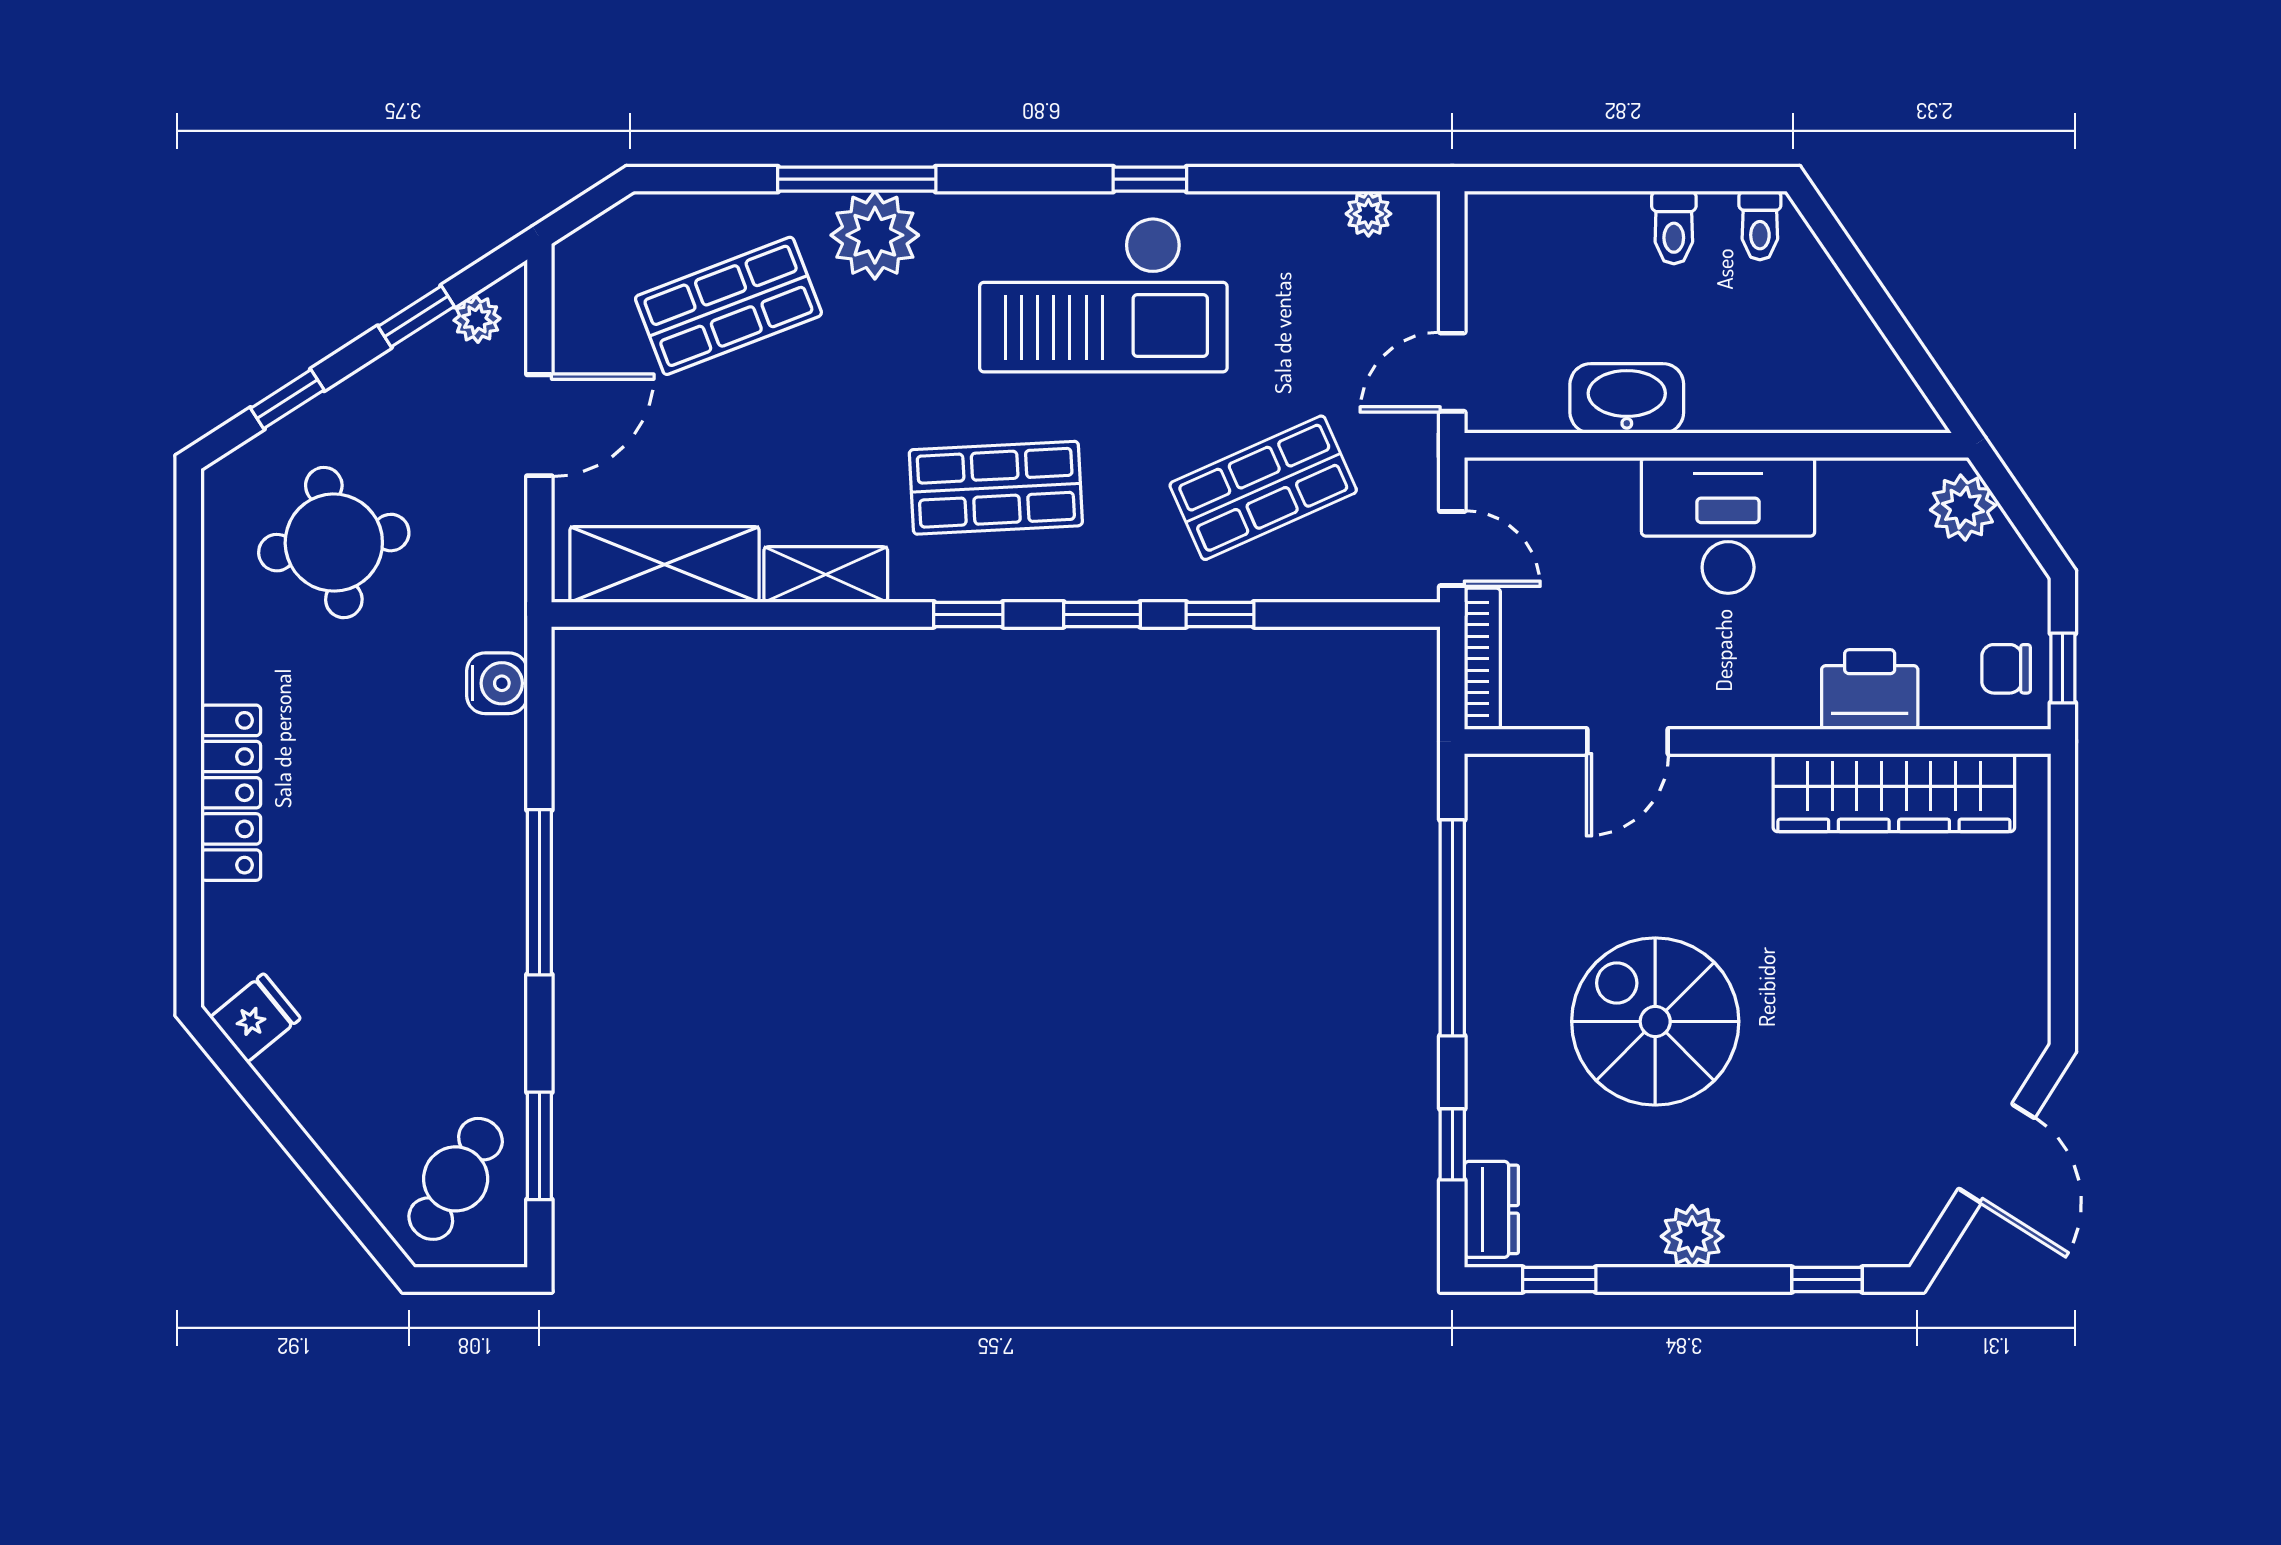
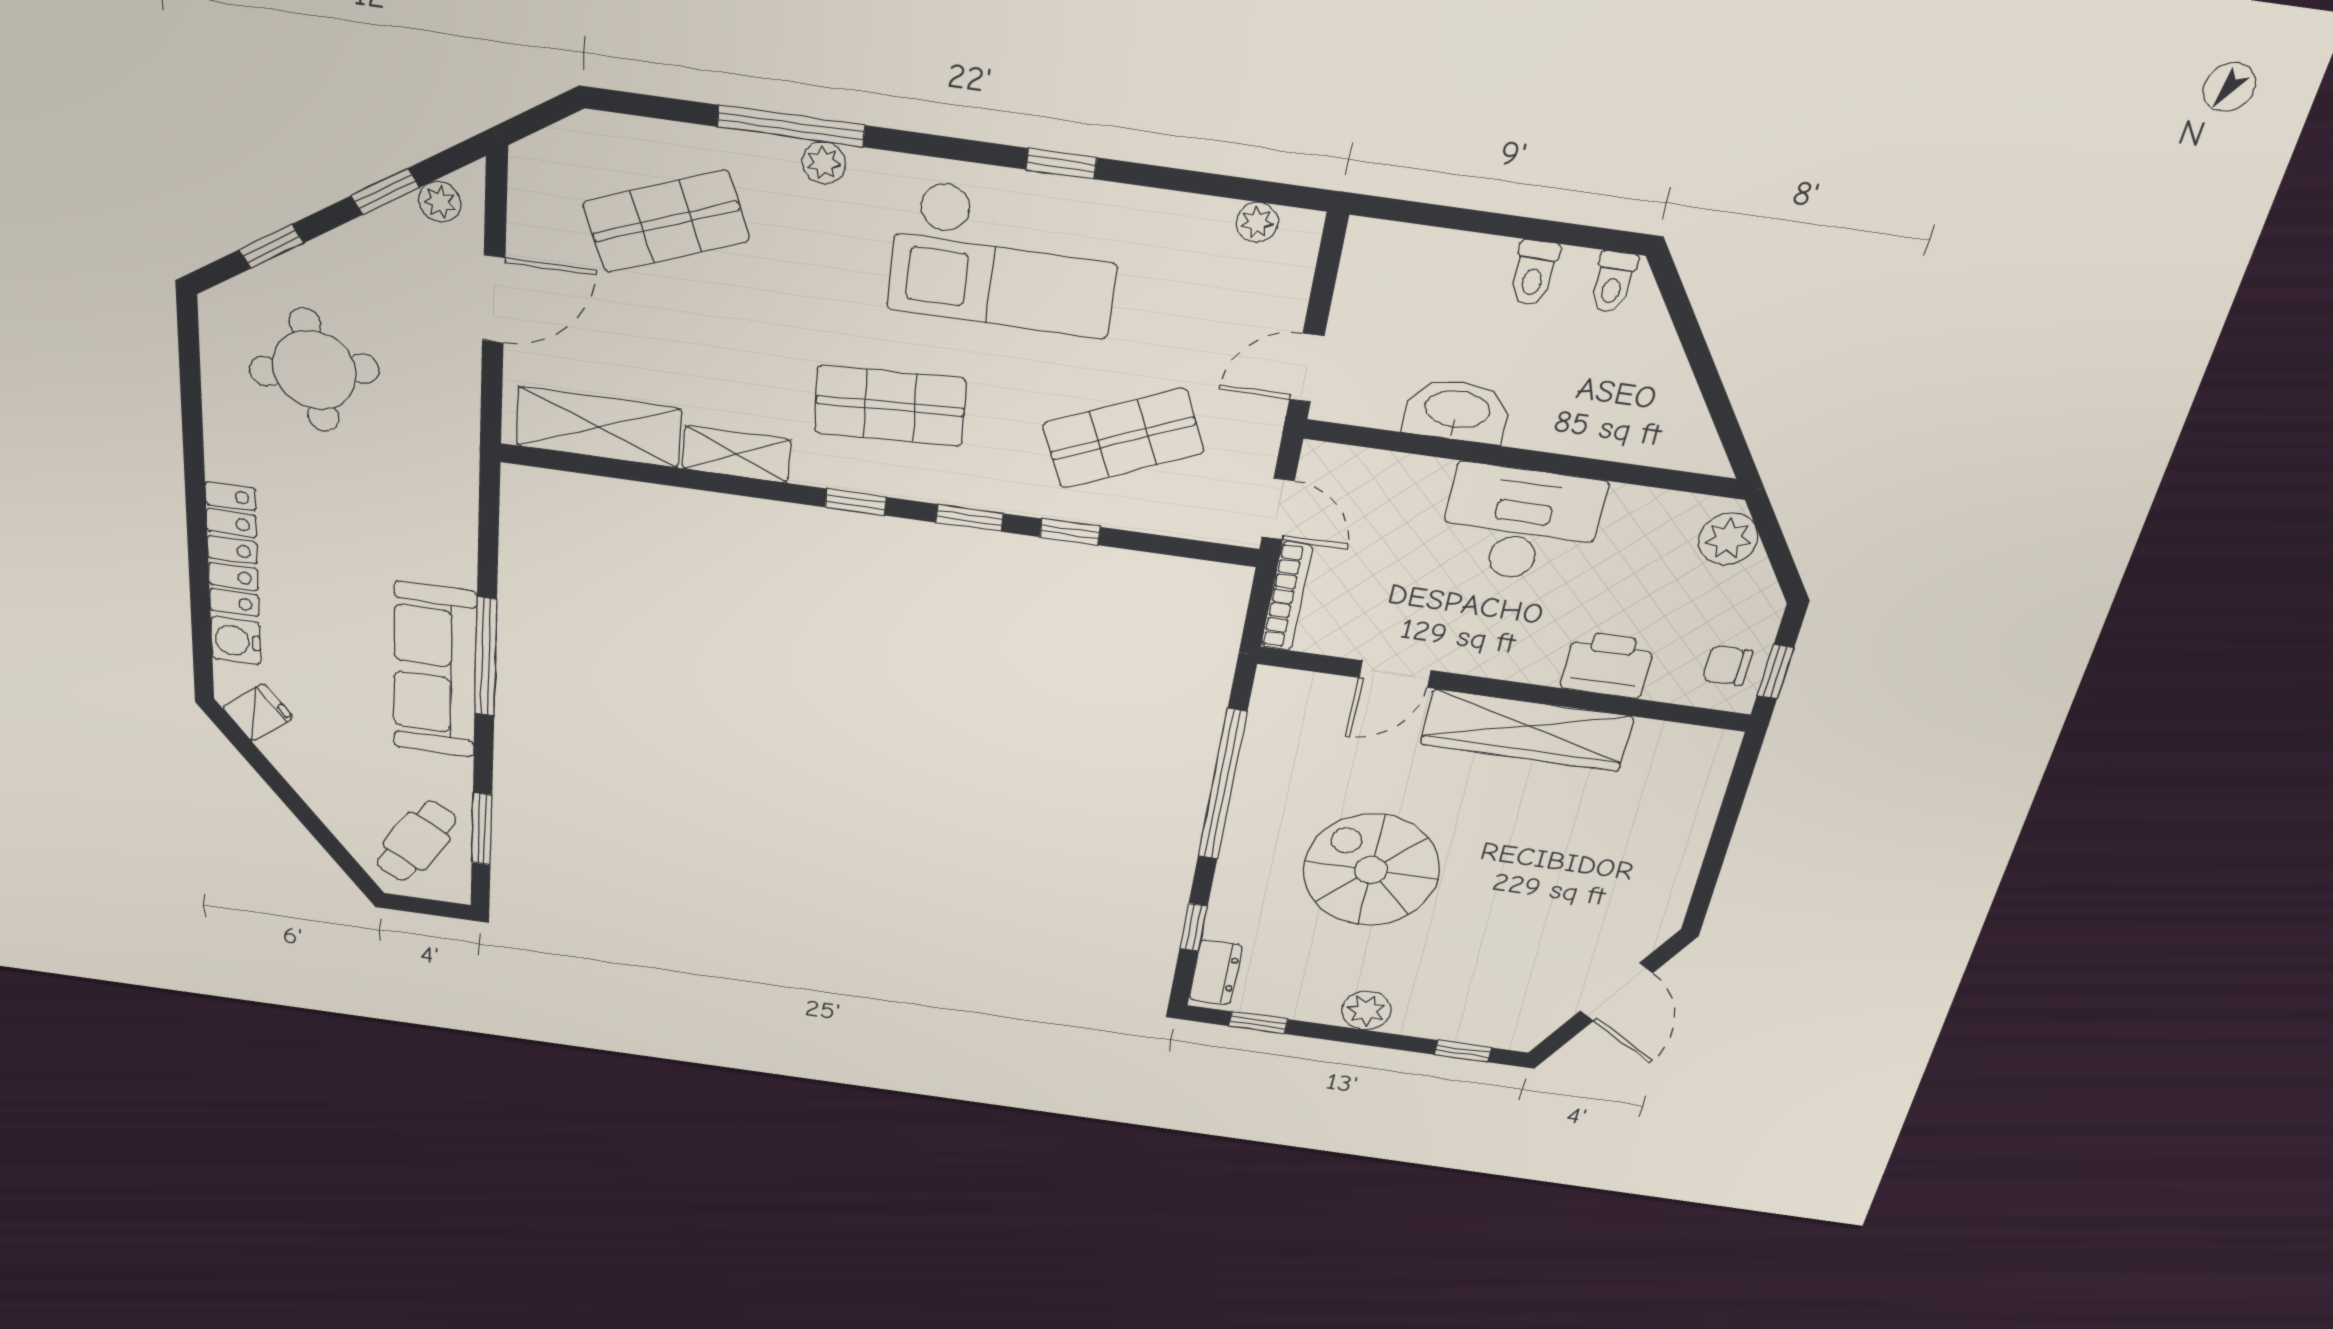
plant: (875, 235) -> (824, 163), width x0.53, depth x0.53
water cooler: (497, 683) -> (236, 641), moved, turned 180
wardrobe: (1894, 793) -> (1527, 730), moved
sofa: (477, 921) -> (435, 670), added

